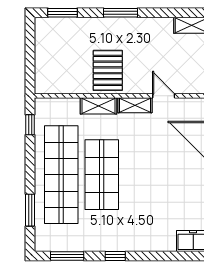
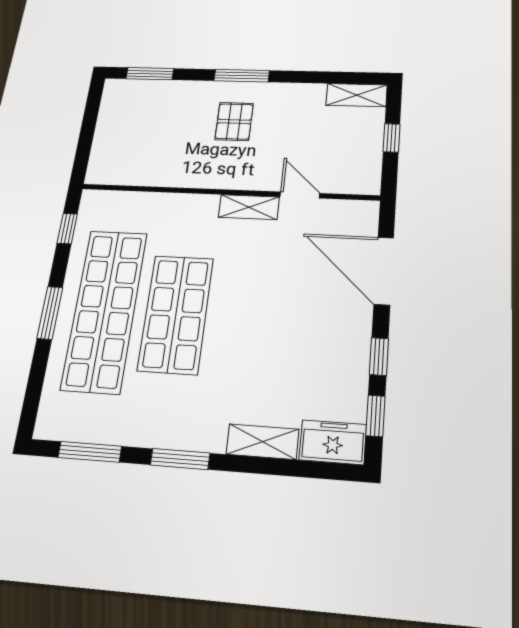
pallet: (108, 70) -> (234, 121), moved, width x0.67, depth x0.71
shelving: (99, 106) -> (263, 442), moved
window: (30, 210) -> (50, 313), moved
window: (115, 256) -> (180, 459), width x1.50

